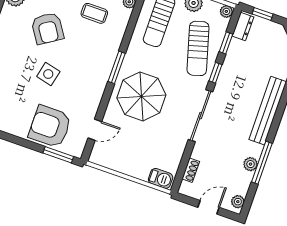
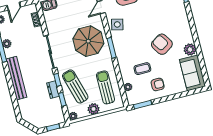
dresser: (243, 27) -> (53, 90), moved
side table: (48, 74) -> (117, 24), moved

